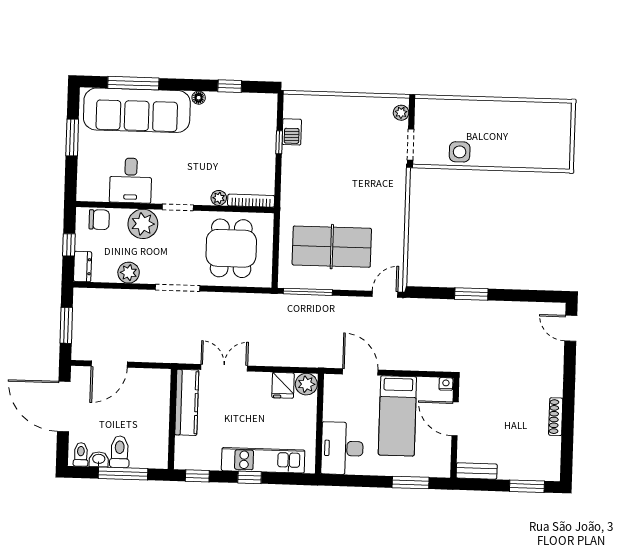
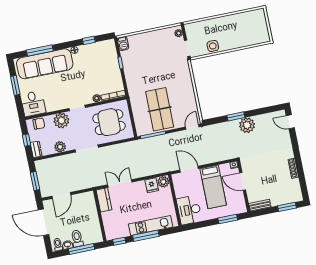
barbecue: (292, 132) -> (123, 43), moved
desk: (131, 180) -> (33, 103), moved
table tennis table: (332, 247) -> (160, 109), turned 90
dining table: (231, 248) -> (109, 122), turned 90
plant: (488, 315) -> (247, 125), added
kitchen counter: (187, 402) -> (104, 200), width x0.67
window: (250, 477) -> (146, 236), width x2.17

